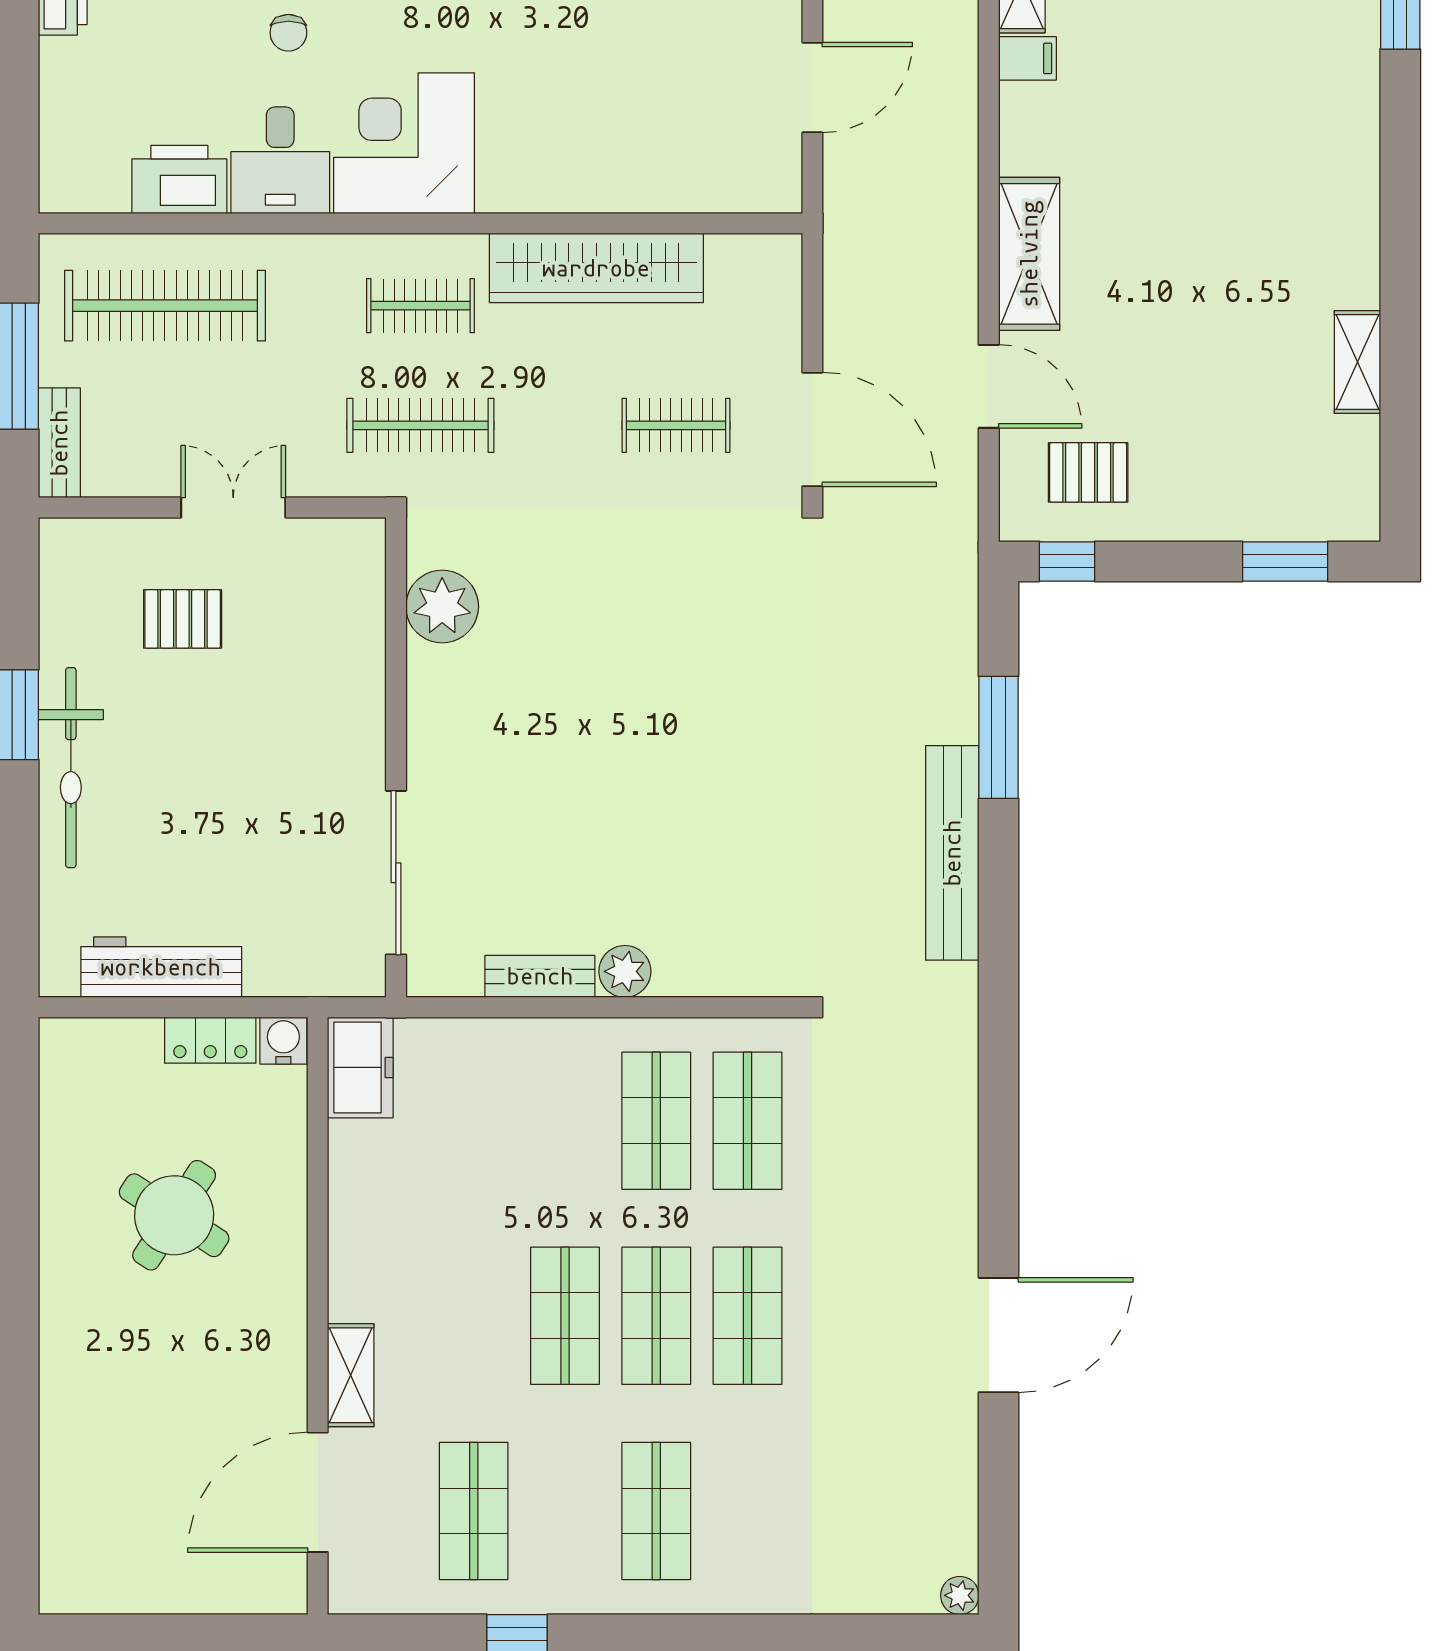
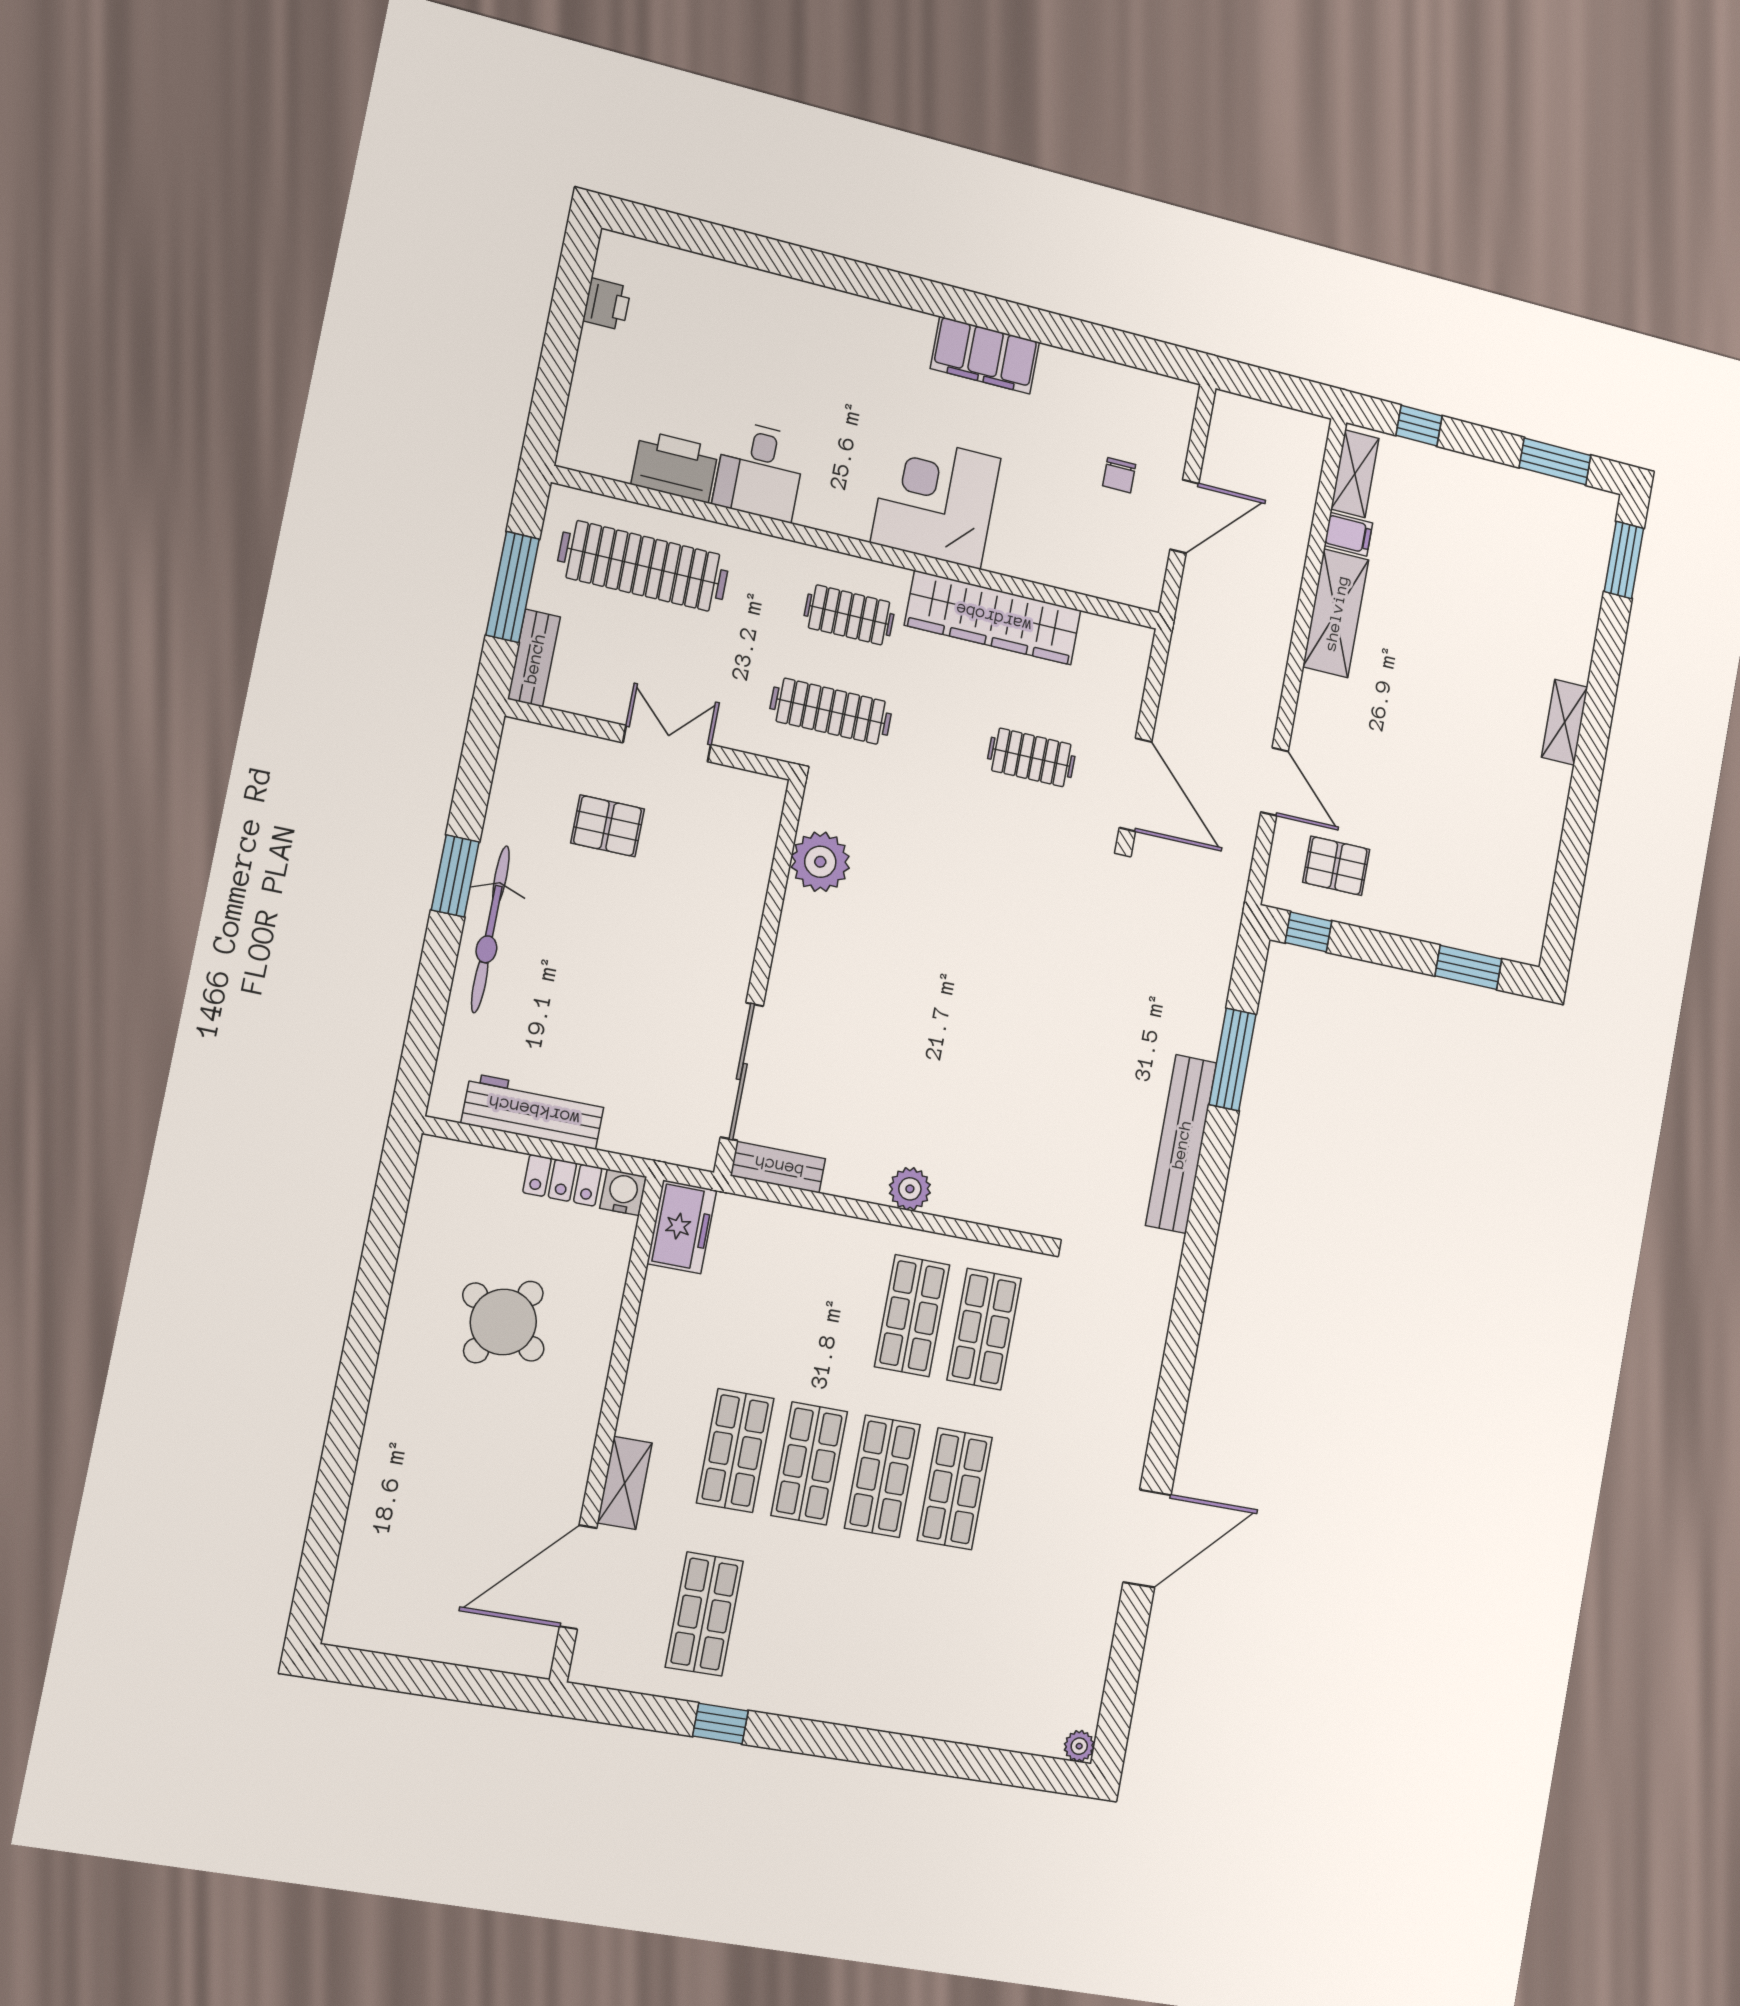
chair: (288, 33) -> (1119, 475), moved
corner desk: (404, 143) -> (936, 500), moved
shelving: (1029, 254) -> (1336, 613), moved
shelving: (1357, 362) -> (1565, 722), moved
bench: (540, 976) -> (778, 1167), moved
shop shelf: (656, 1511) -> (735, 1451), moved

